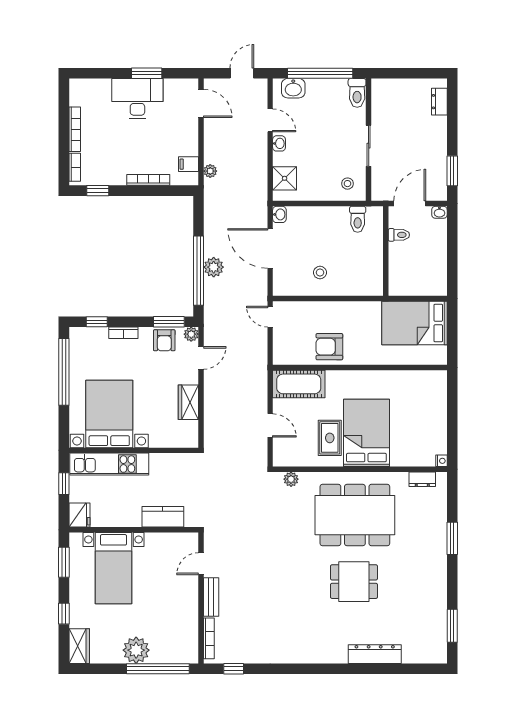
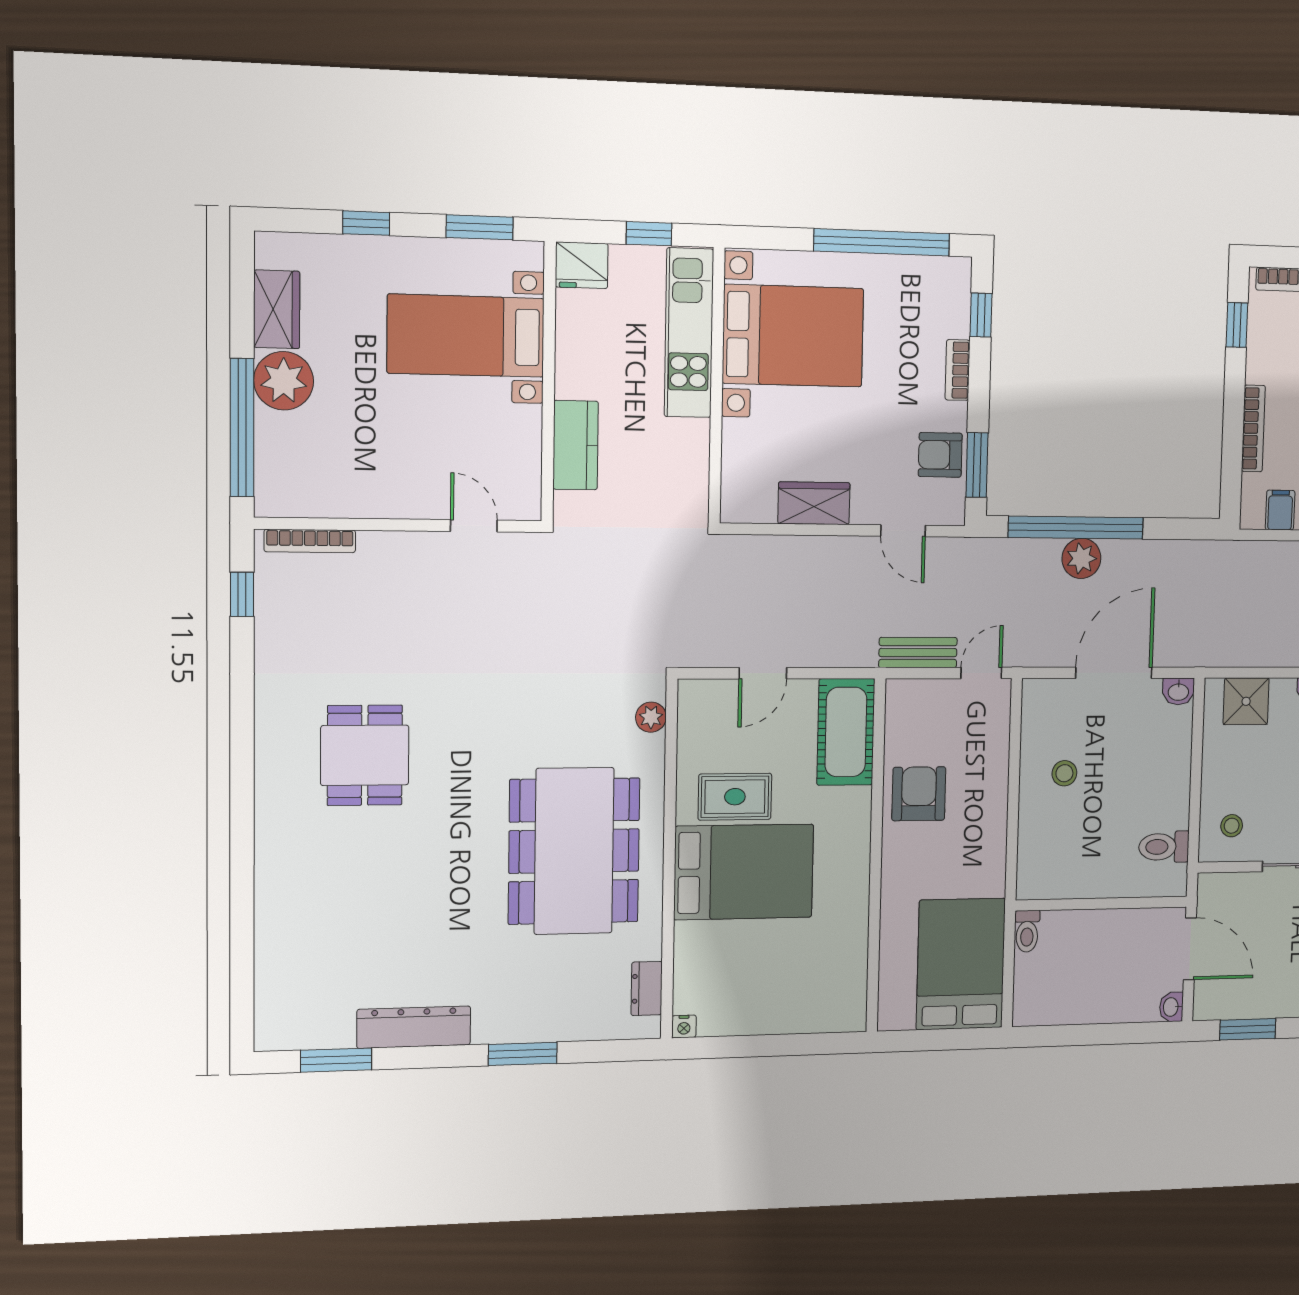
plant: (210, 171) -> (1265, 553), removed
toilet: (399, 235) -> (1027, 931), moved
plant: (191, 334) -> (951, 511), removed
dining table: (354, 582) -> (365, 755), moved
bench: (211, 597) -> (918, 653), moved
wardrobe: (79, 646) -> (277, 309), moved, turned -90
dresser: (375, 654) -> (414, 1027), moved, turned -90

